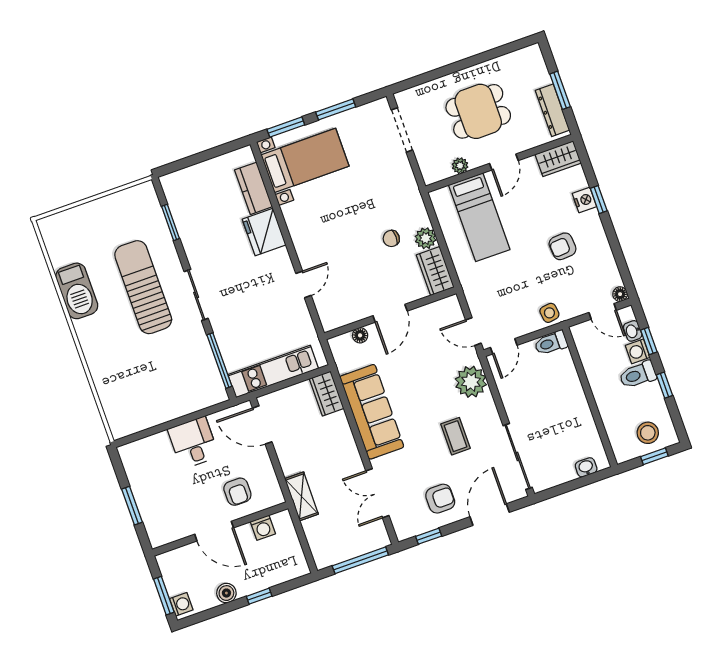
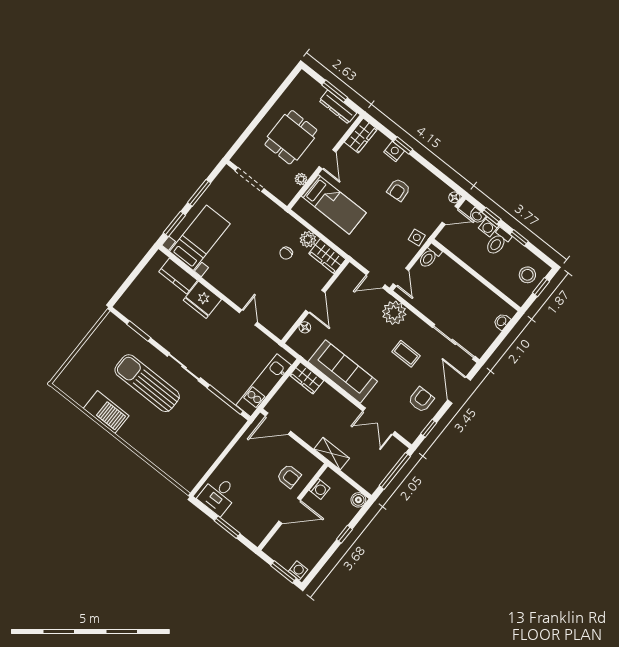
desk: (193, 443) -> (218, 495), moved, turned -90
boiler: (226, 593) -> (358, 500), moved

